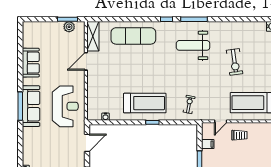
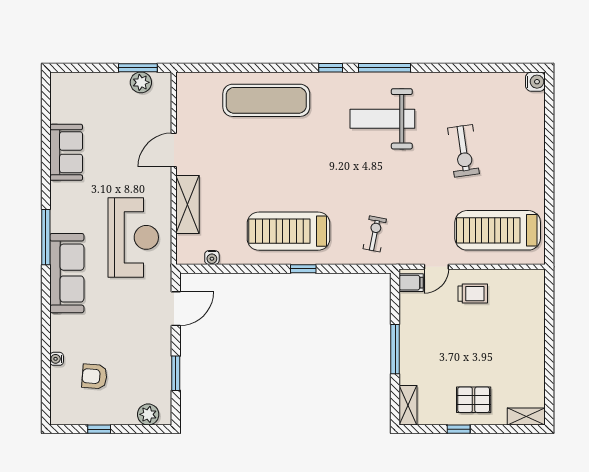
shelving: (93, 36) -> (187, 204), moved
treadmill: (145, 103) -> (288, 231), turned 180
sofa: (31, 106) -> (67, 273), moved
filing cabinet: (208, 144) -> (411, 283), moved

